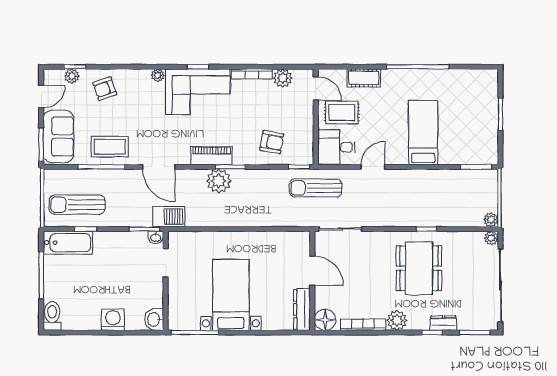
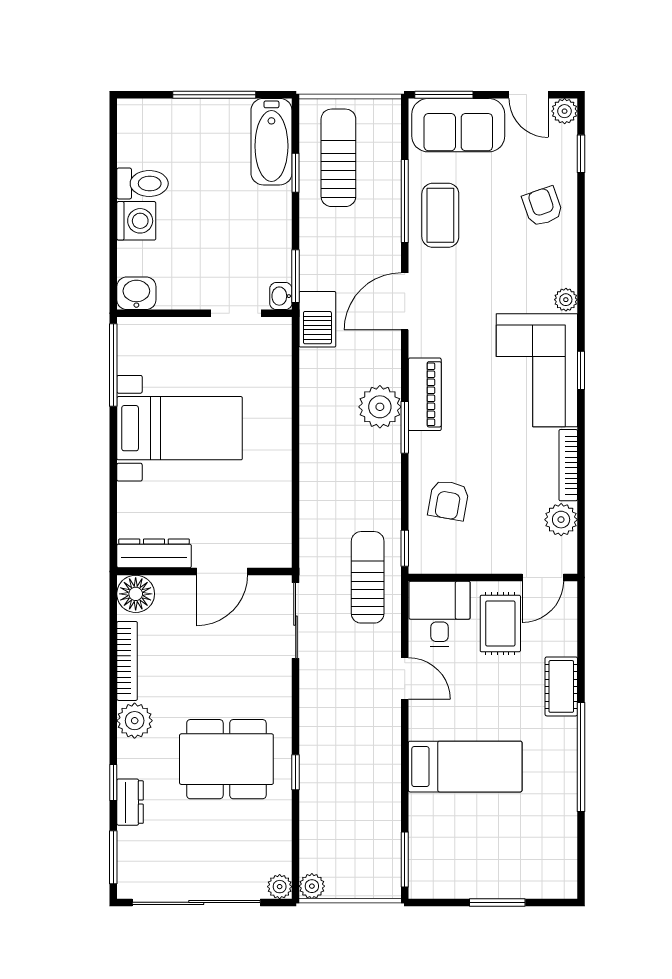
plant: (72, 76) -> (565, 111), moved
cot: (364, 78) -> (561, 686), moved
toilet: (52, 316) -> (143, 183), moved

